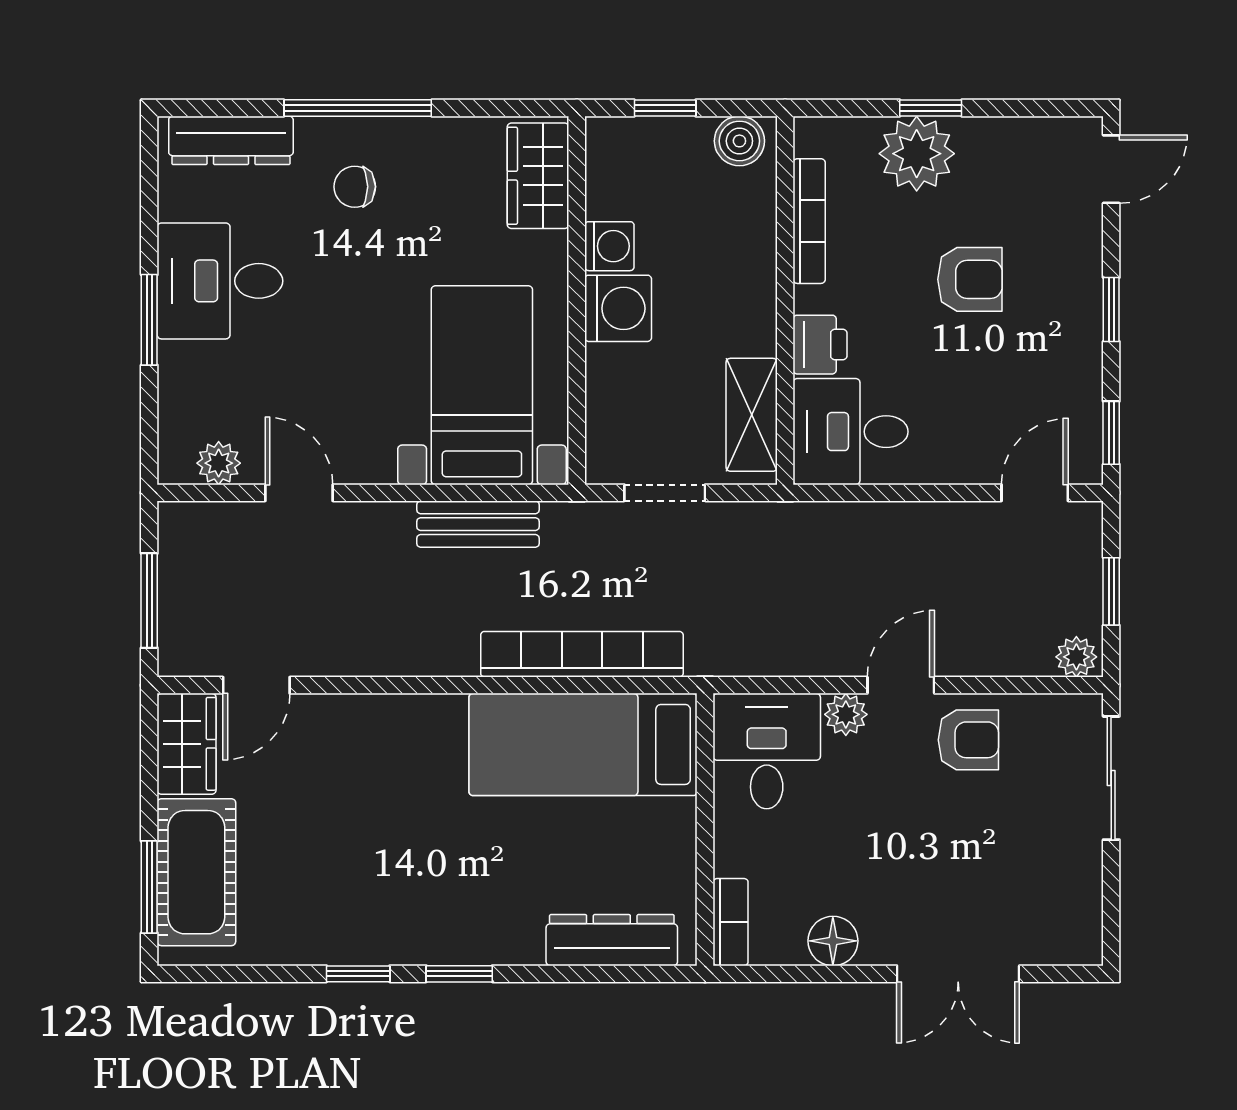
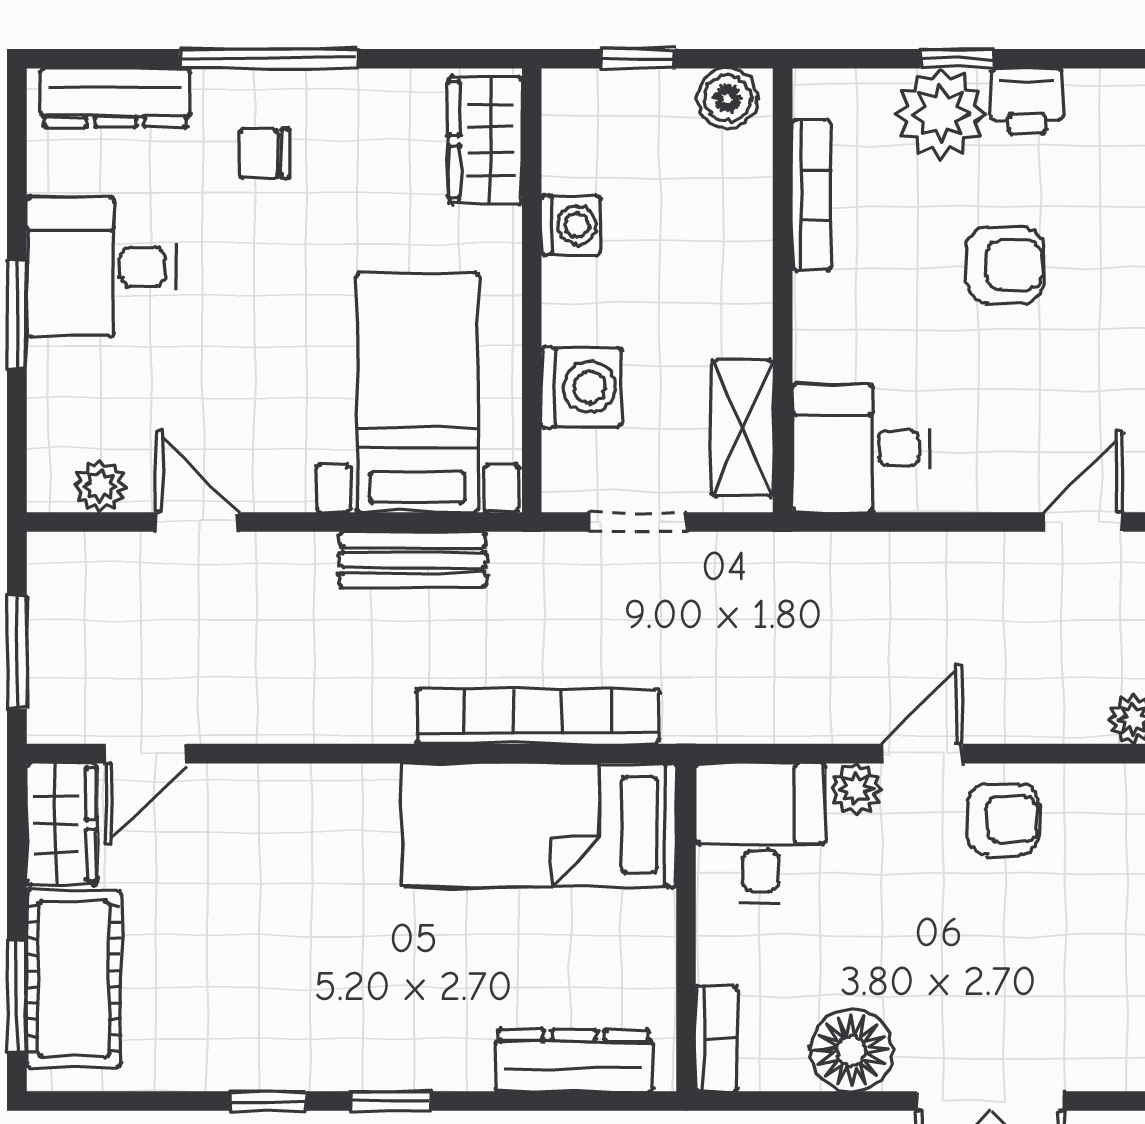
washing machine: (618, 308) -> (581, 387), moved
printer: (820, 345) -> (1027, 101), moved, turned 90
floor lamp: (833, 941) -> (851, 1050), width x1.38, depth x1.38

